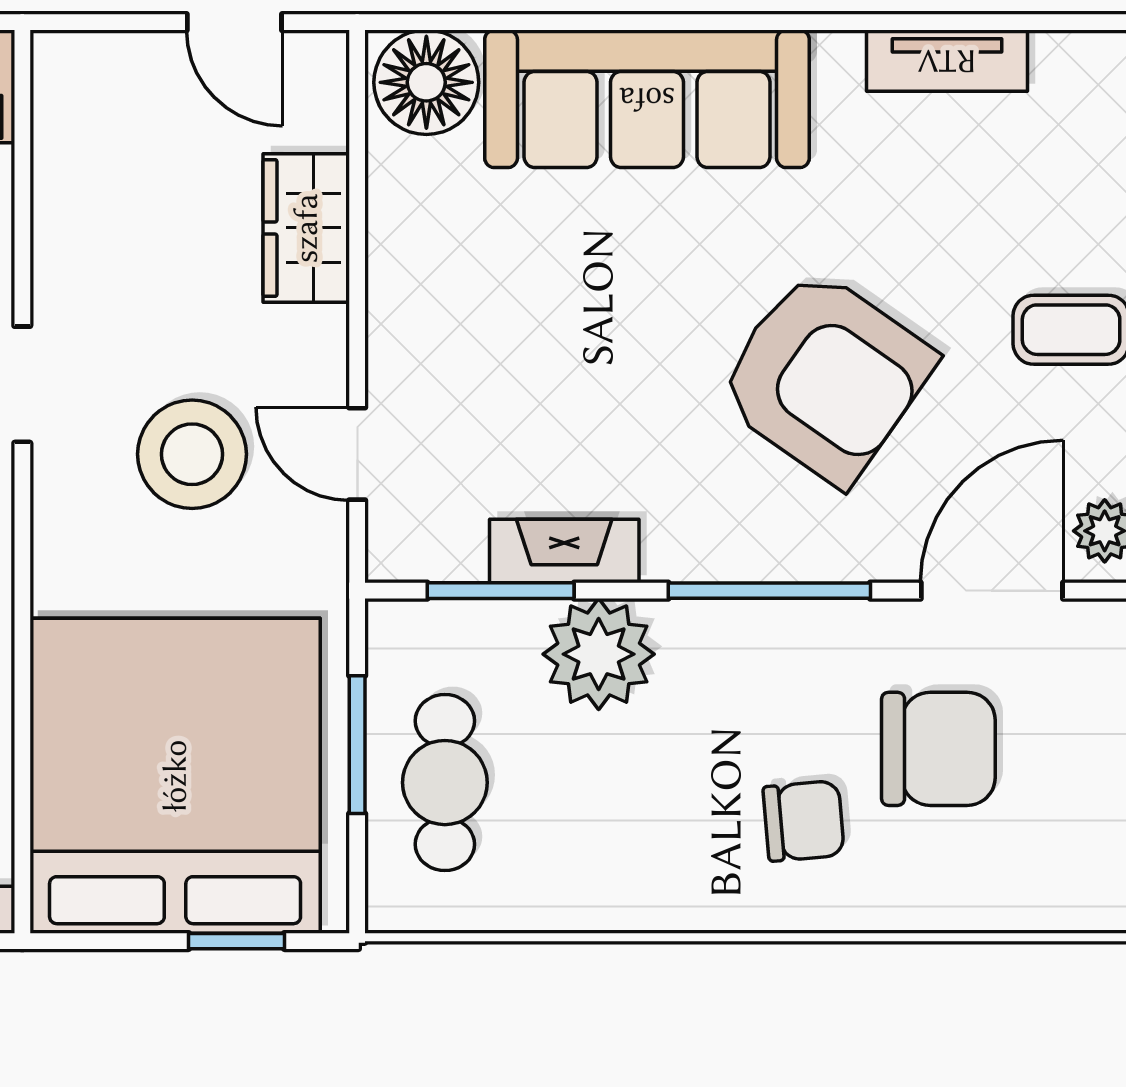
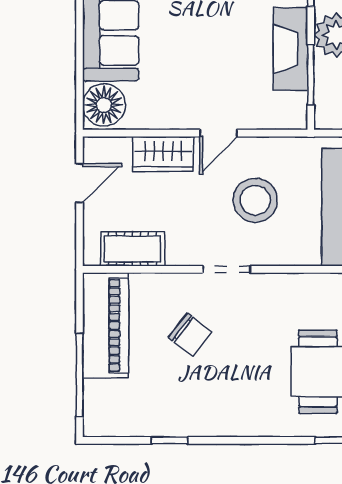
cot: (73, 153) -> (133, 249), added
door: (357, 454) -> (219, 133), moved
fireplace: (564, 551) -> (290, 49), width x1.37, depth x1.32

